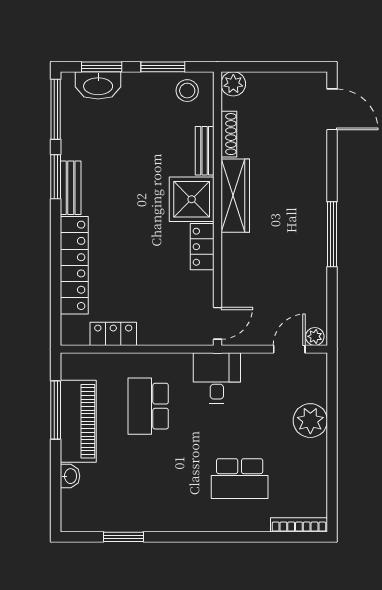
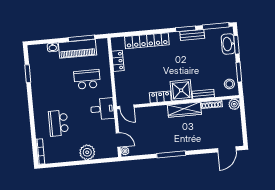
bench: (71, 188) -> (192, 35), moved

